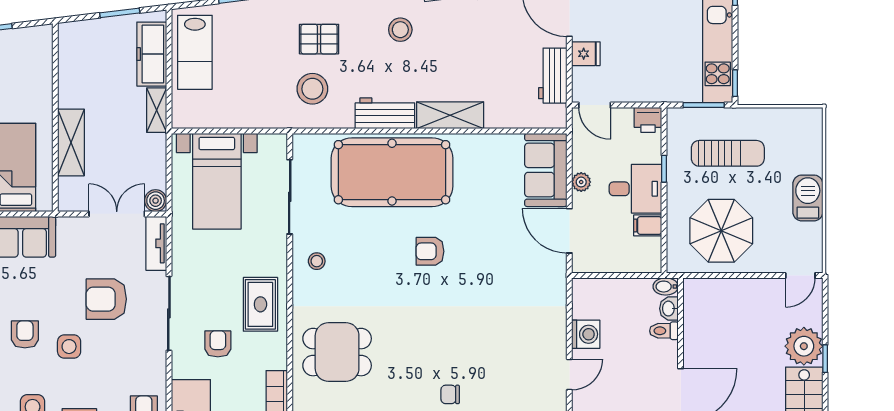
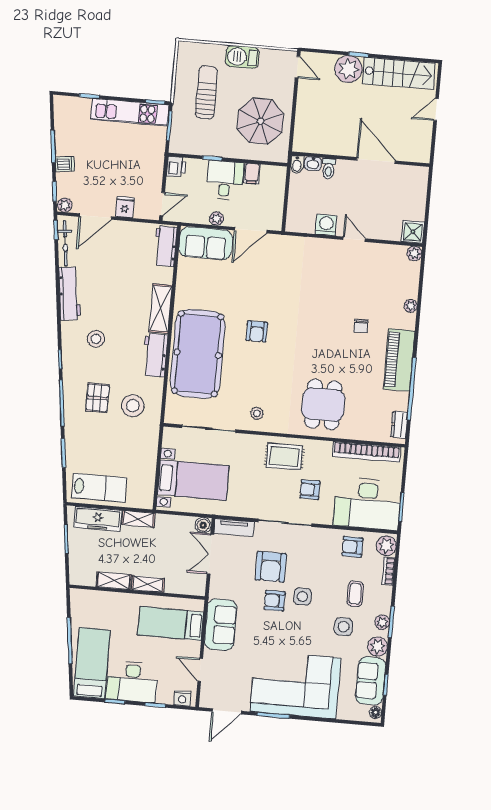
workbench: (553, 76) -> (165, 246), moved, turned 90
shelving: (68, 84) -> (114, 581), added
shelving: (71, 142) -> (148, 584), width x0.67, depth x0.75
sun lounger: (728, 153) -> (206, 92), moved
armchair: (25, 334) -> (275, 601), moved

